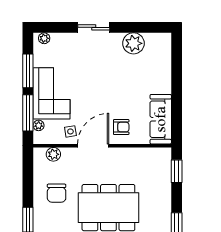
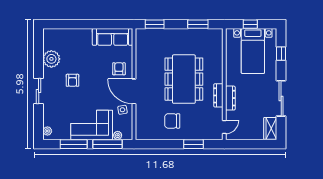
armchair: (107, 69) -> (72, 80), added
plant: (53, 154) -> (141, 124), removed
chair: (57, 193) -> (172, 121), turned 180

